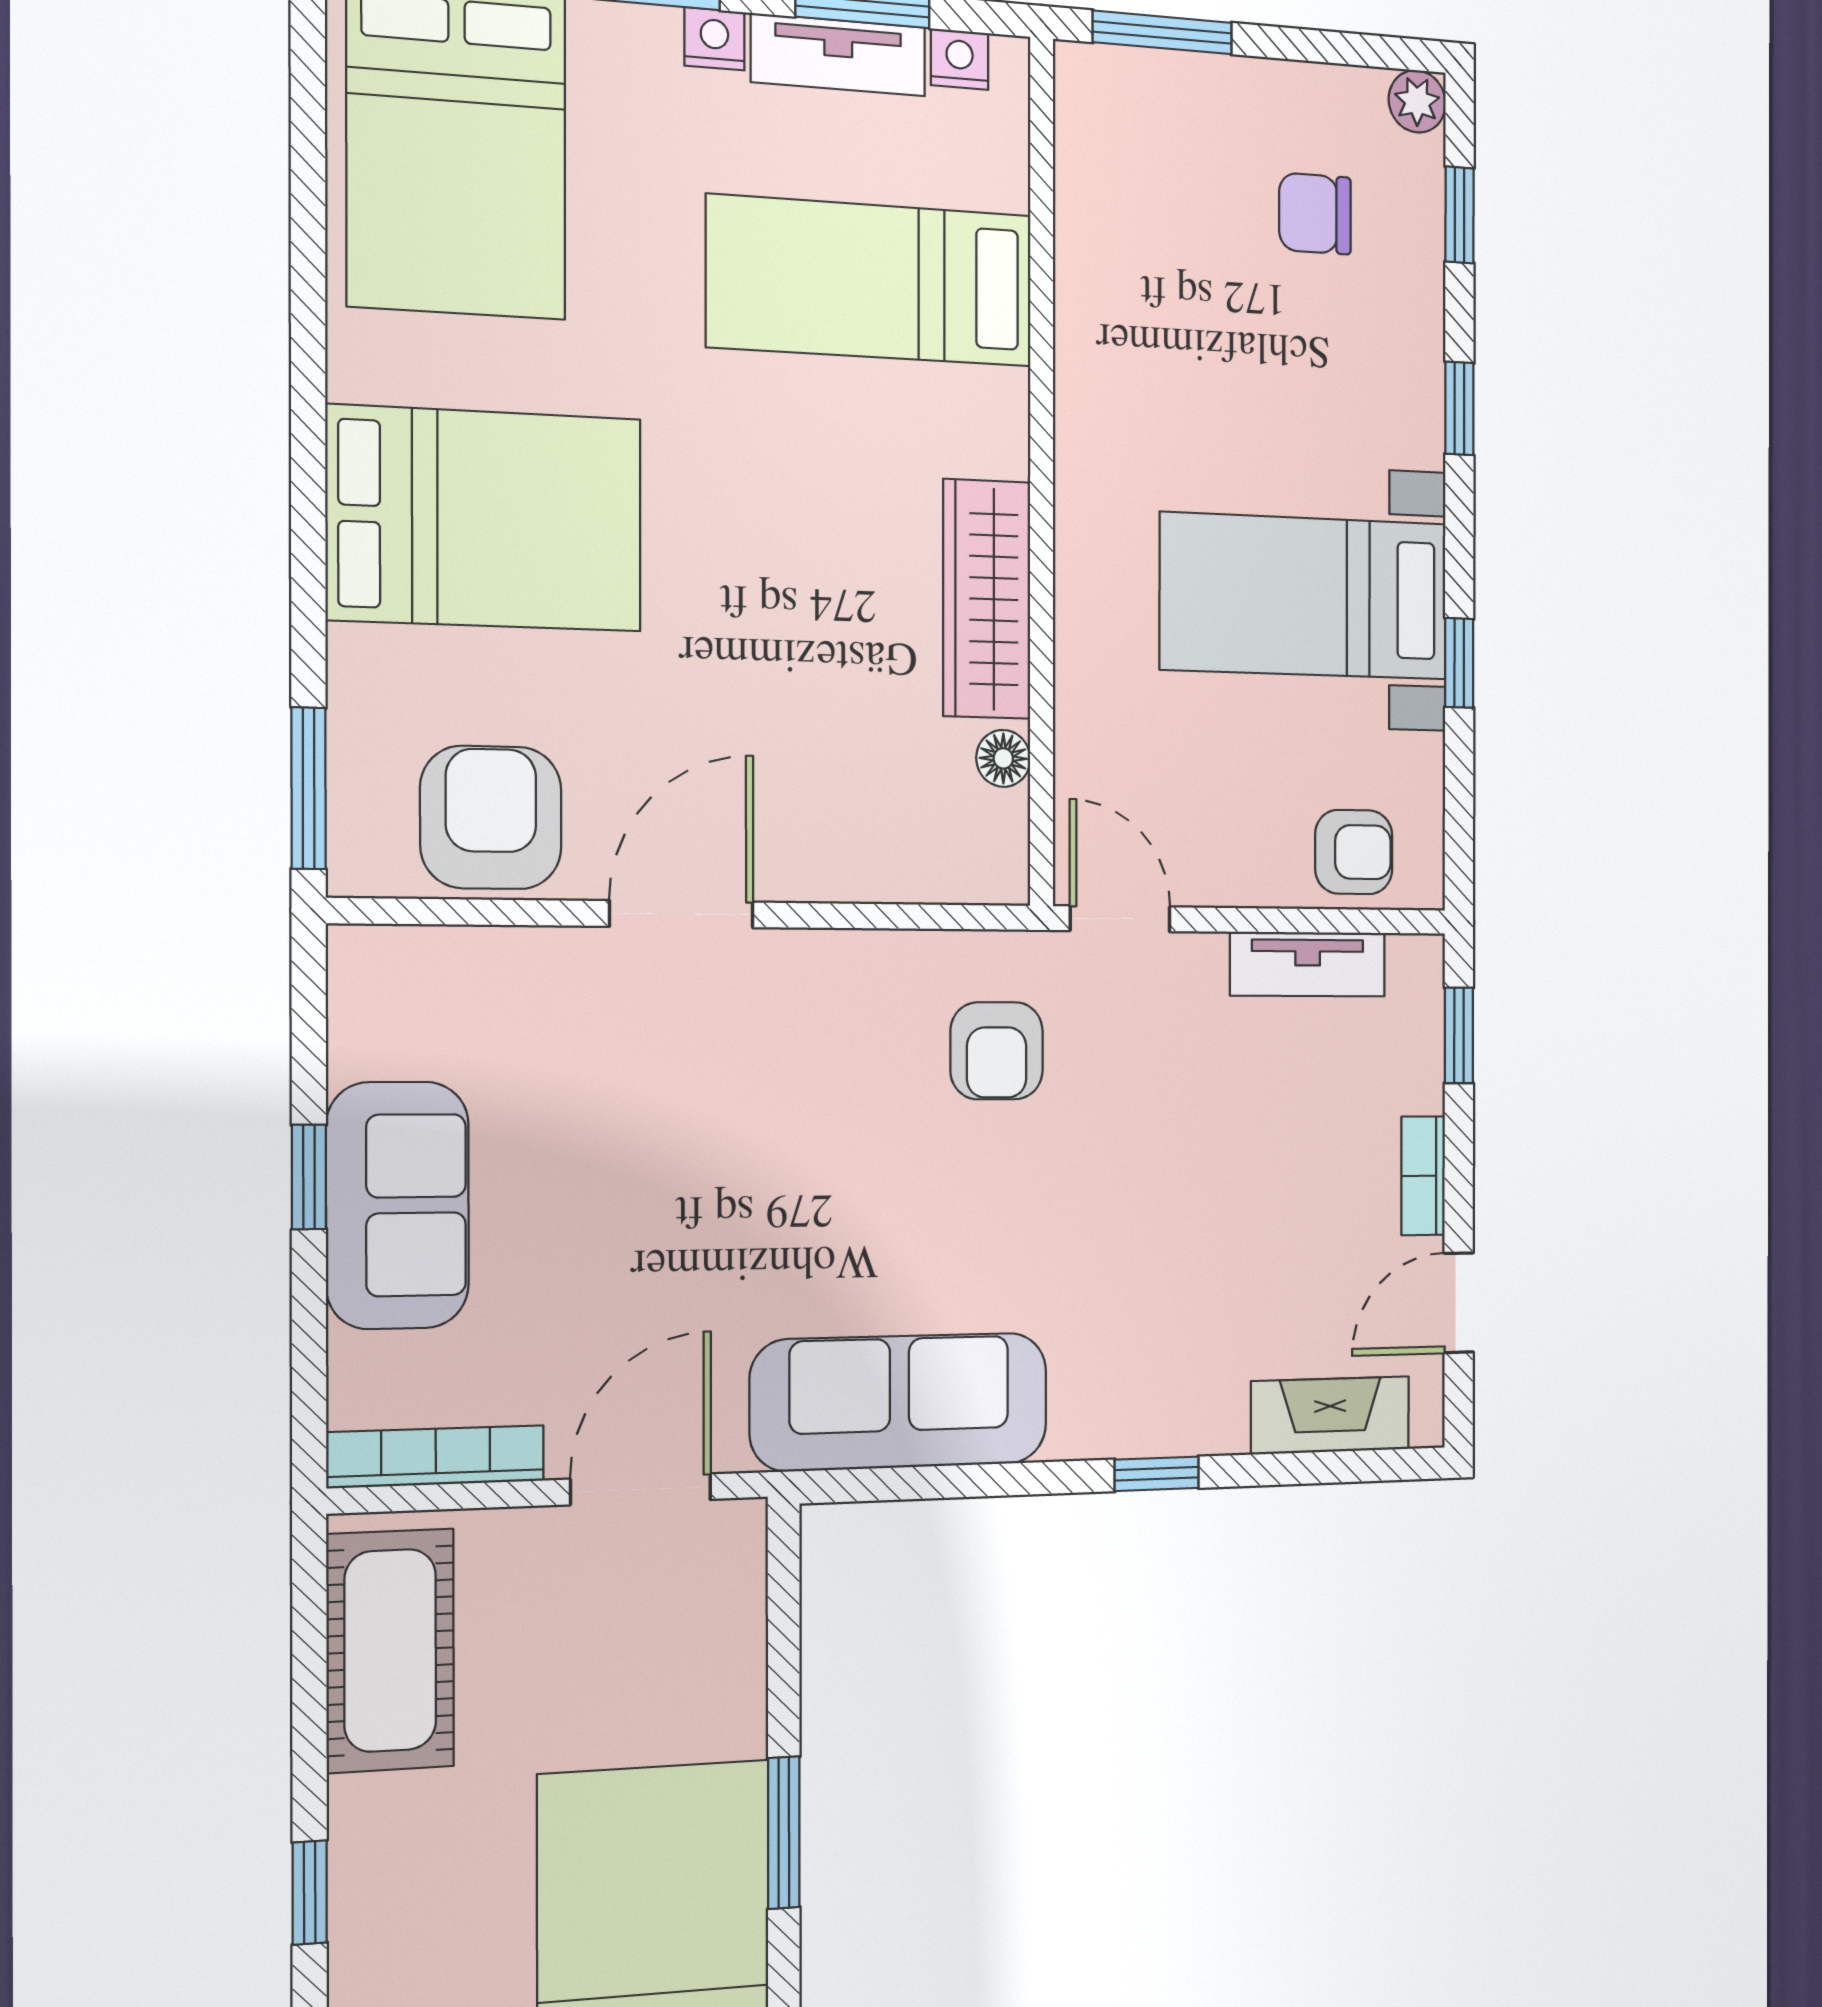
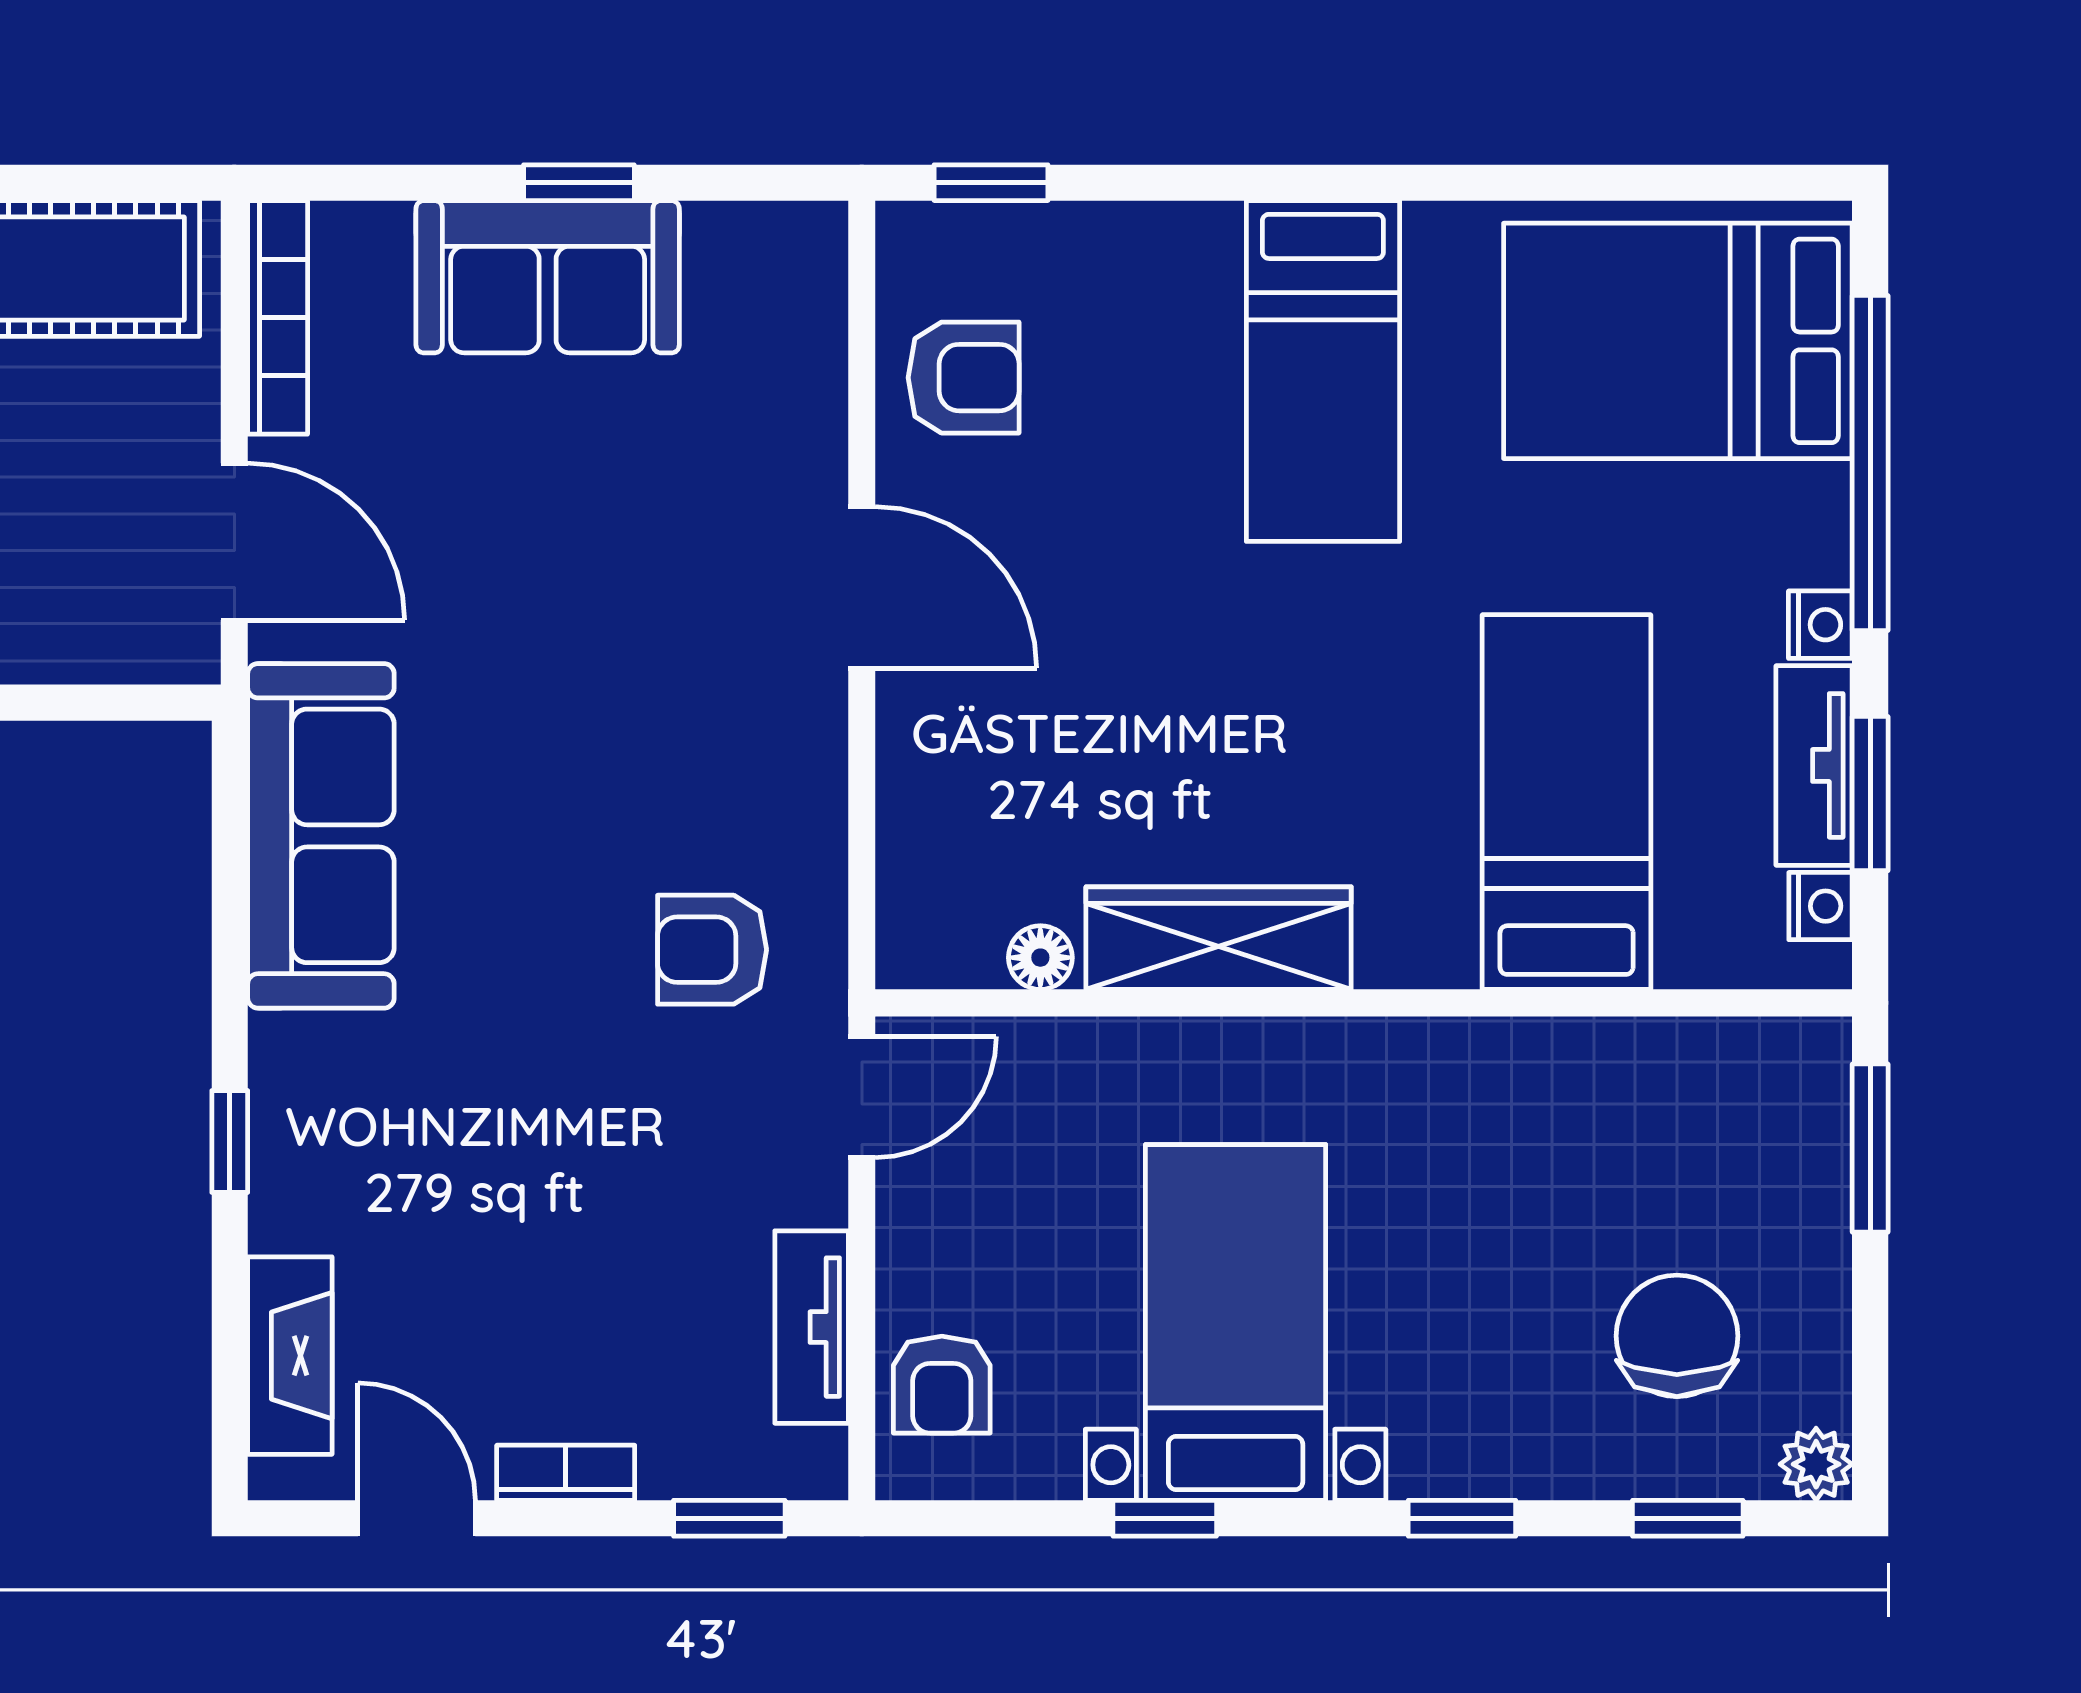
chair: (1315, 214) -> (1677, 1336), width x1.37, depth x1.37
bed: (485, 519) -> (1323, 371), width x0.67
window: (309, 788) -> (991, 183), width x0.67
armchair: (491, 818) -> (964, 378), width x0.72, depth x0.72

